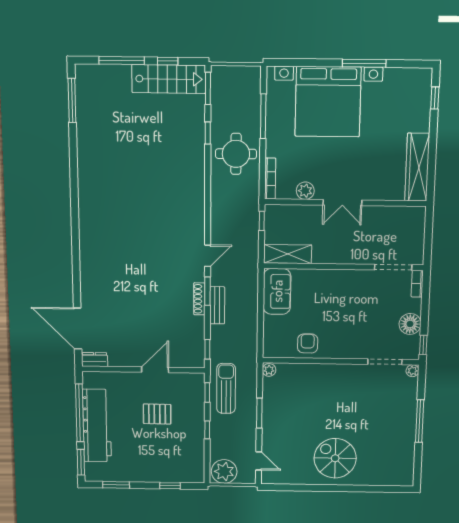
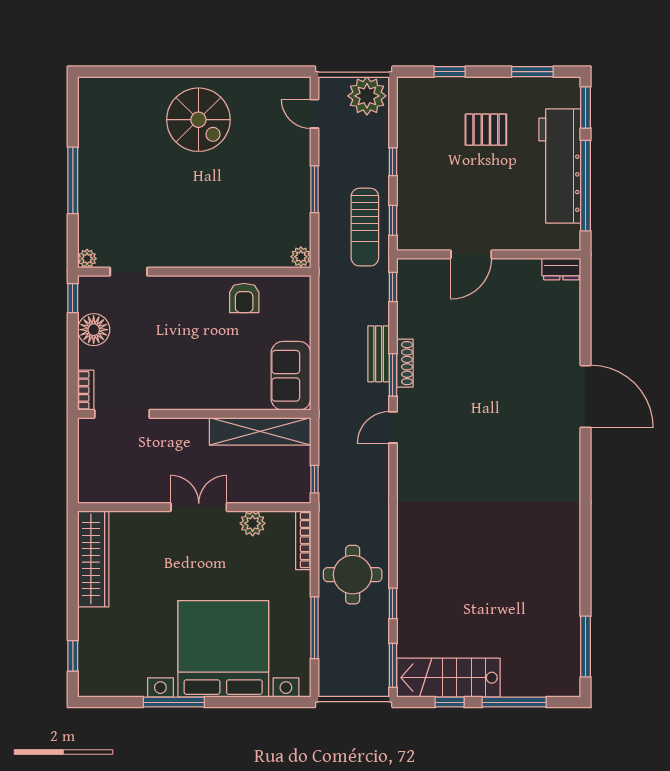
shelving: (288, 254) -> (260, 431), width x1.47
door: (78, 329) -> (586, 396), moved
doorway: (385, 362) -> (129, 272), width x0.73
pallet: (157, 414) -> (486, 130), moved

